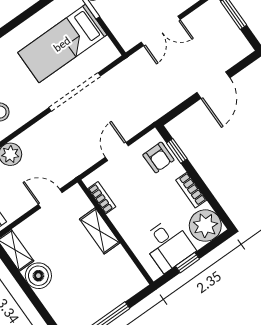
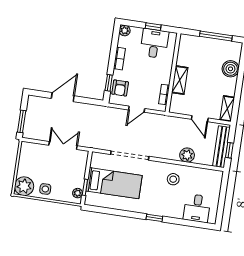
armchair: (158, 157) -> (120, 88), turned 180
door: (50, 199) -> (200, 119), moved
plant: (205, 226) -> (125, 30), width x0.53, depth x0.53
boiler: (38, 276) -> (230, 69), moved

